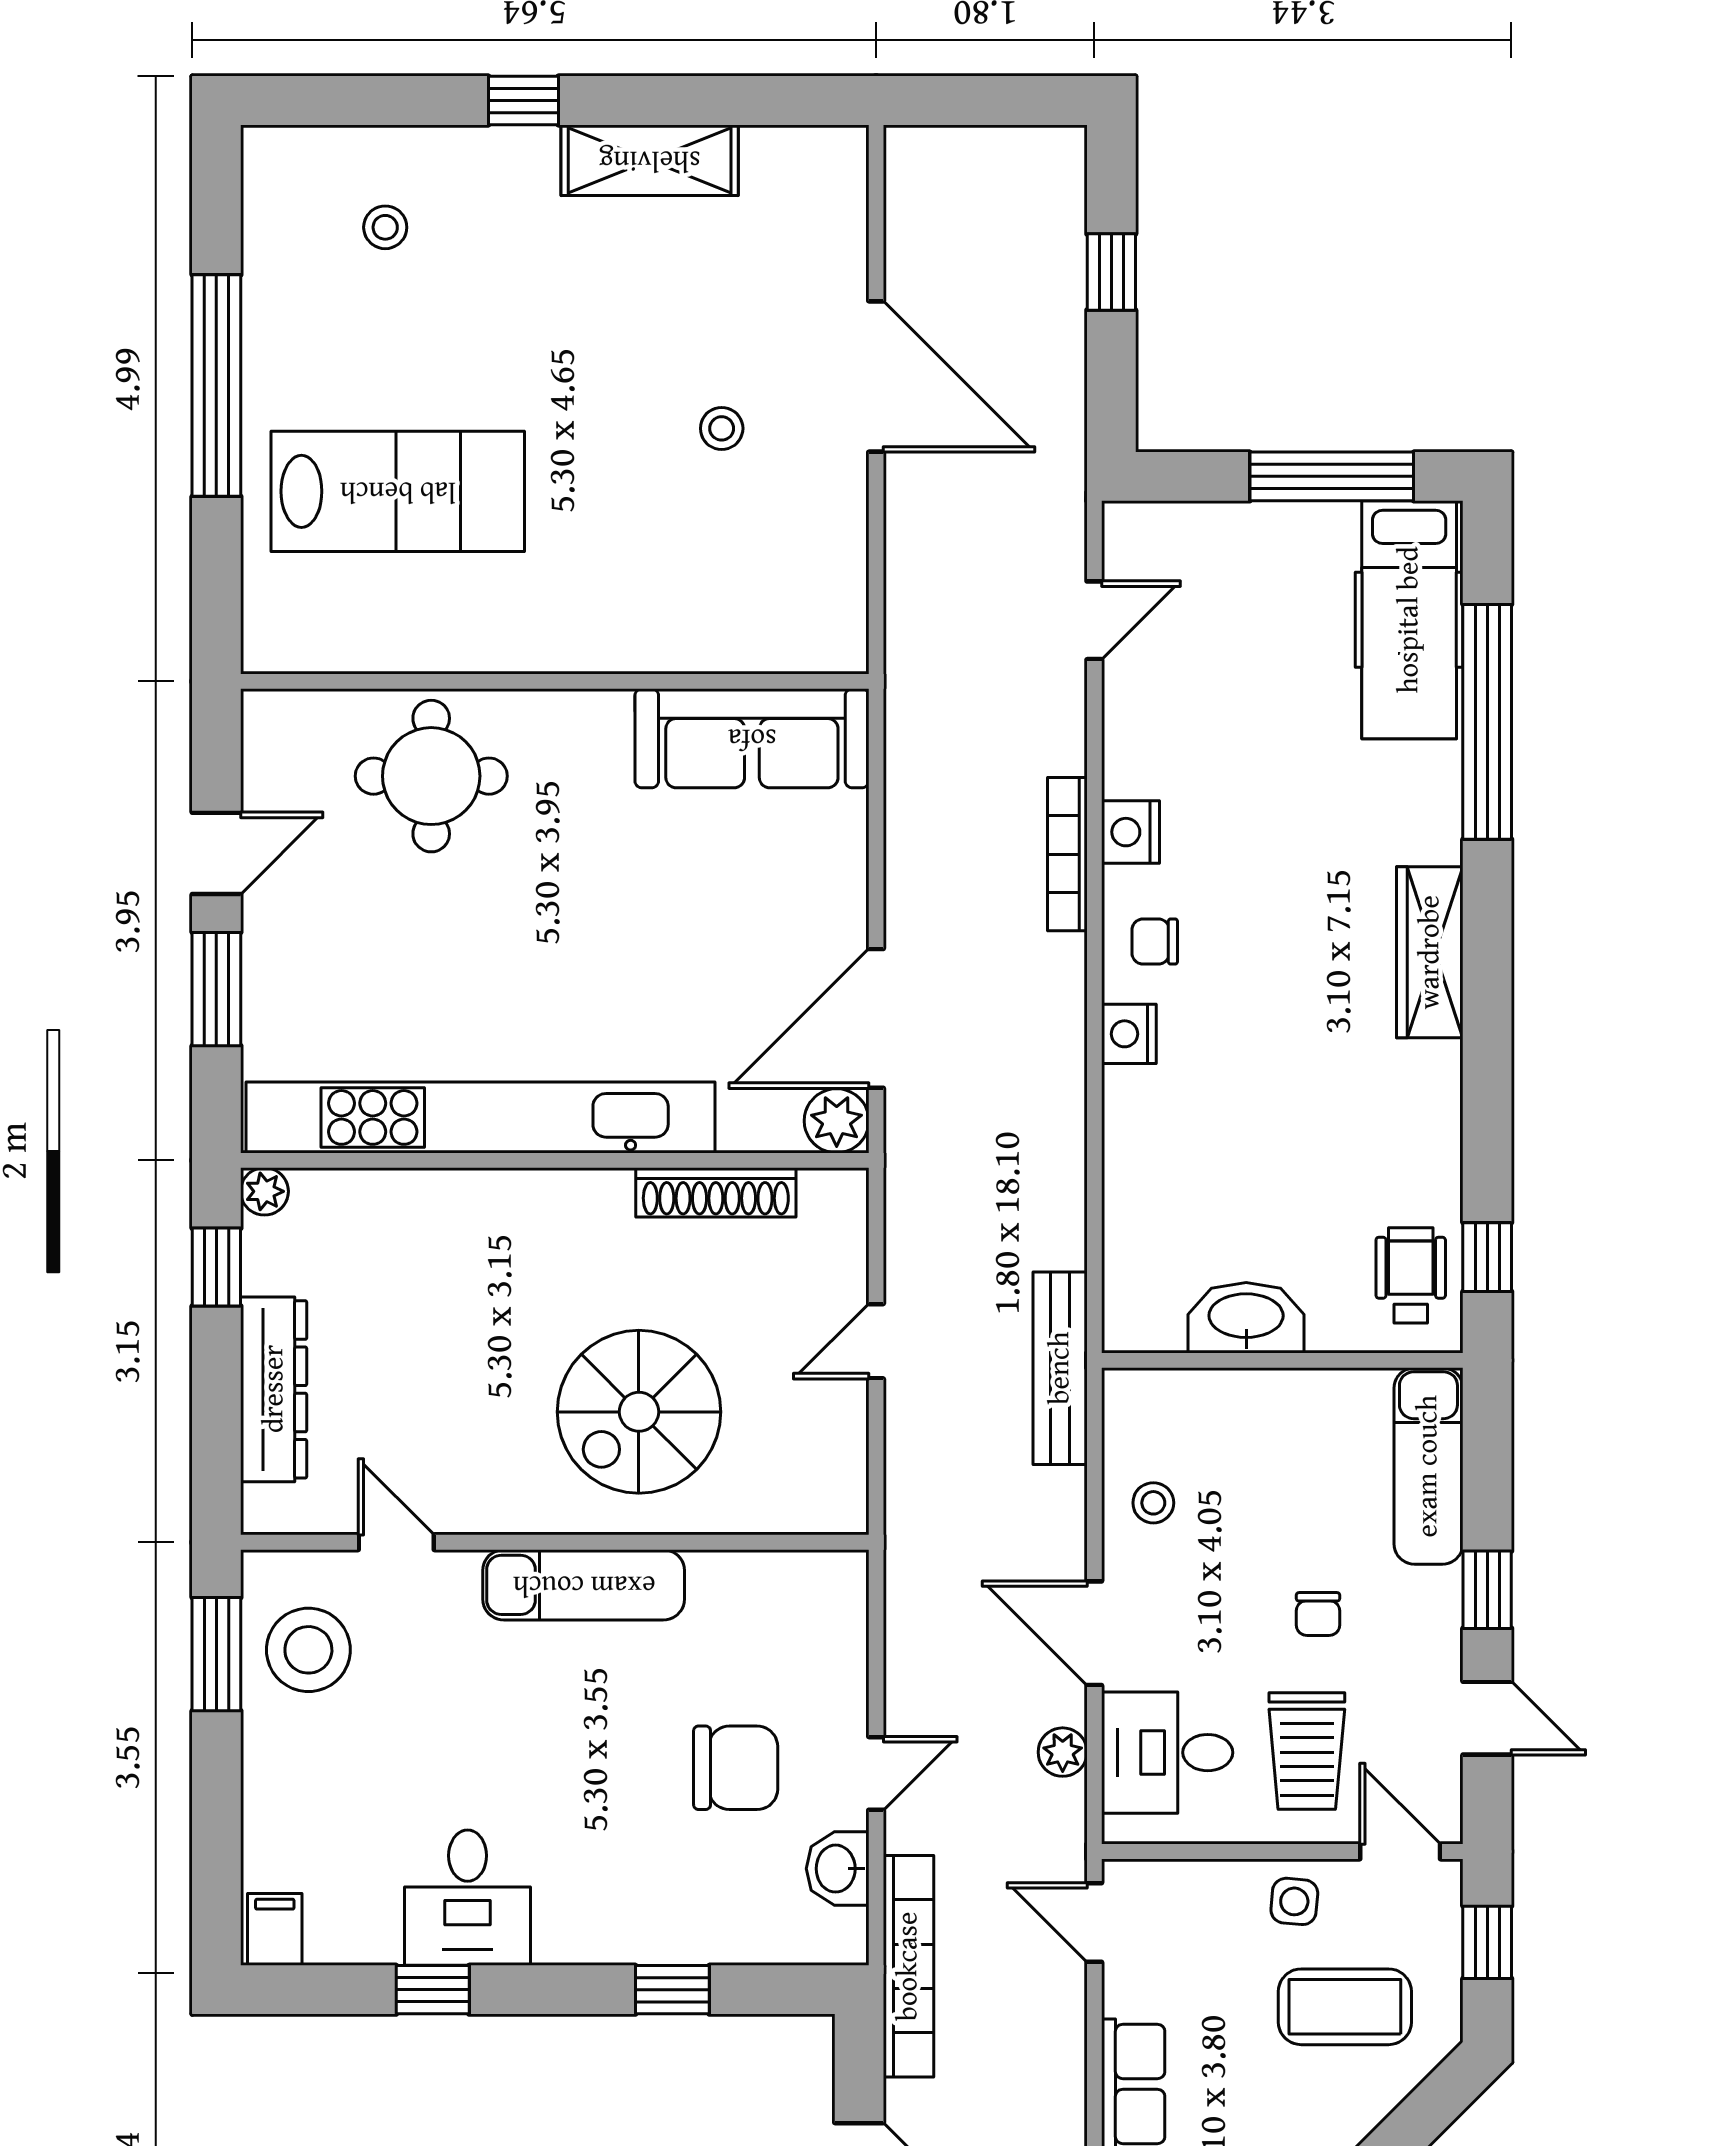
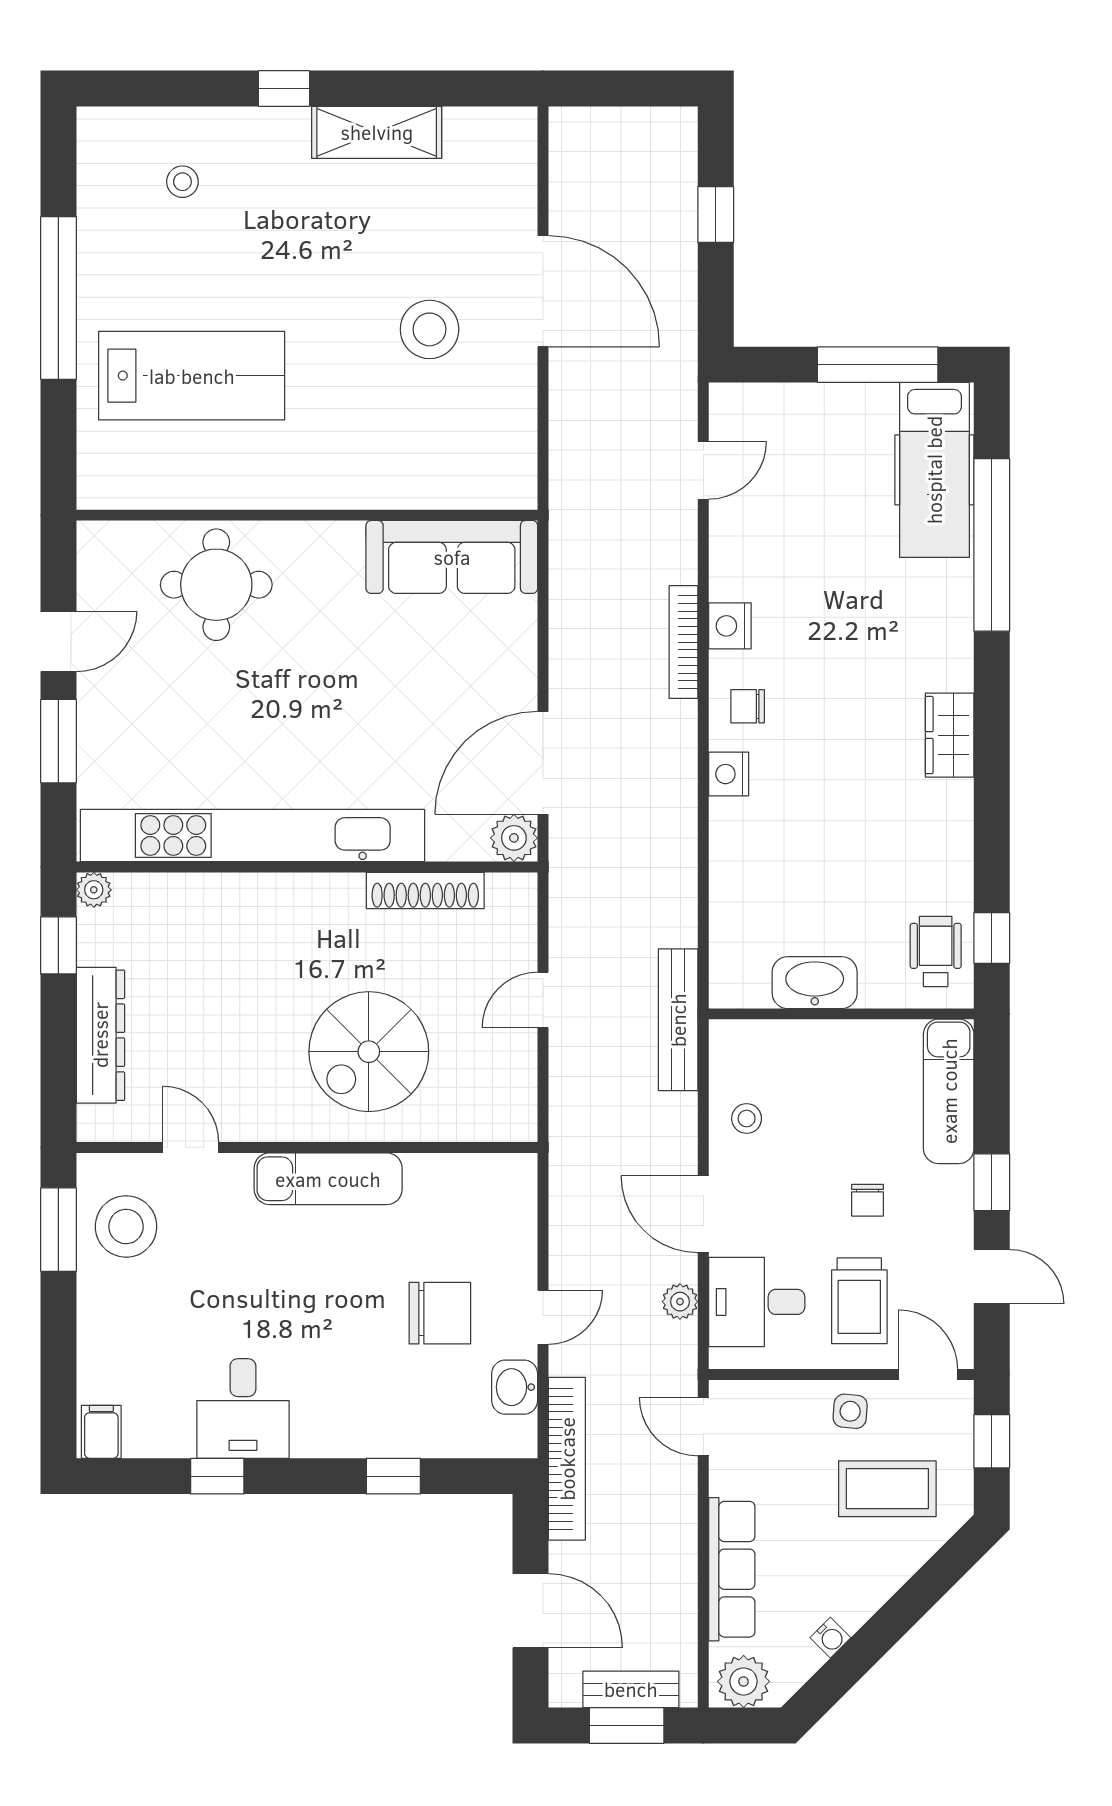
stool: (722, 428) -> (430, 329), width x1.89, depth x1.89
wardrobe: (1430, 952) -> (950, 735), width x0.67

